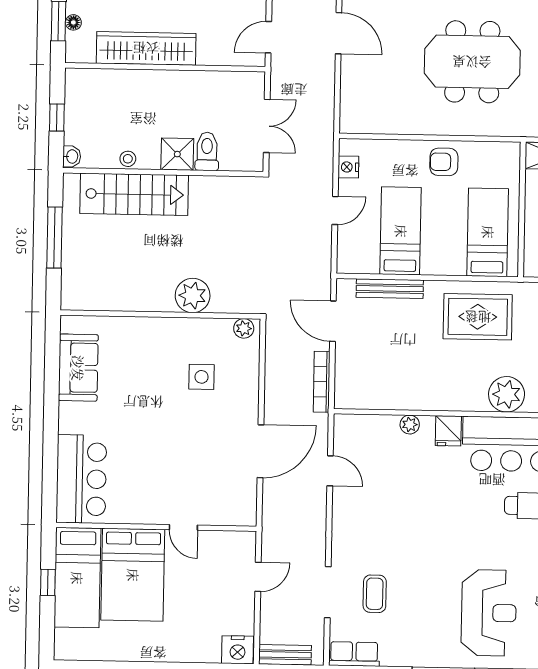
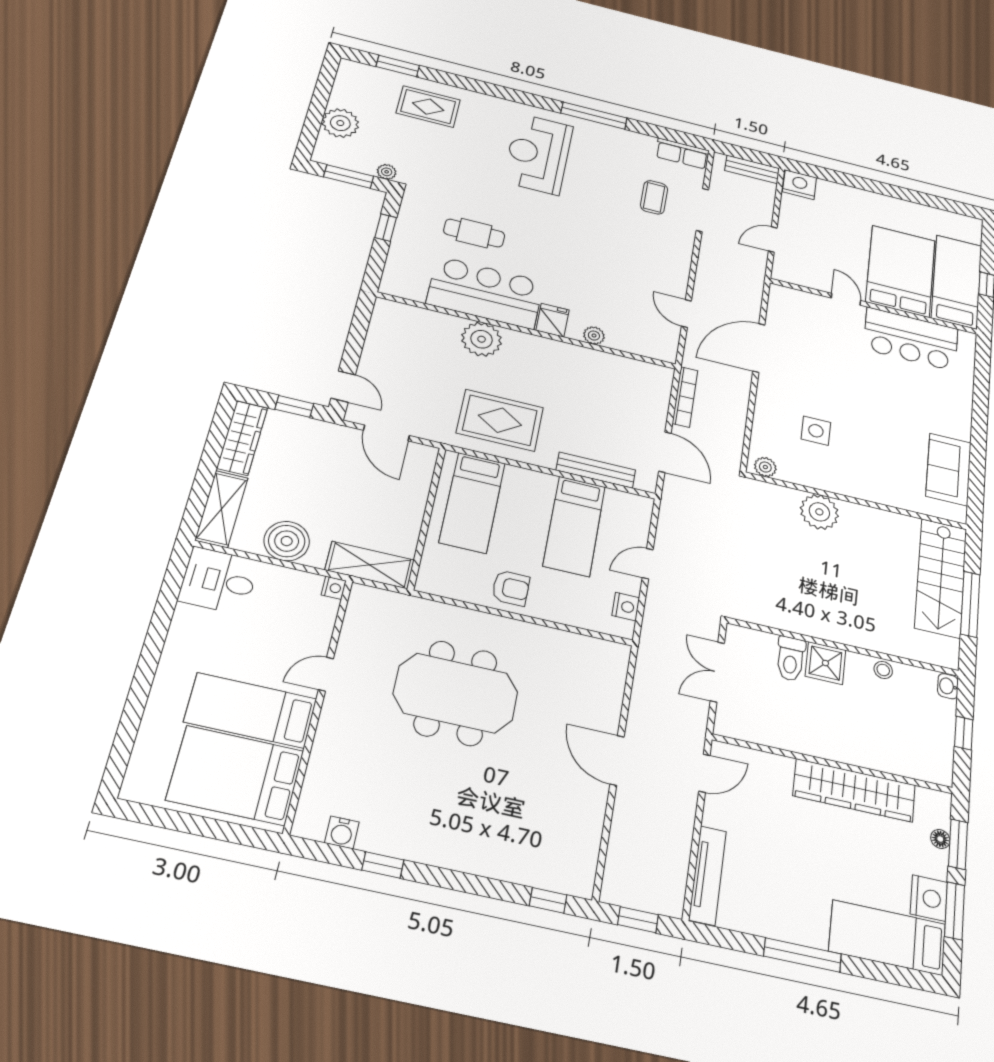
stairs: (134, 194) -> (941, 578), moved, turned -90
bar counter: (81, 479) -> (911, 339), moved, turned -90

